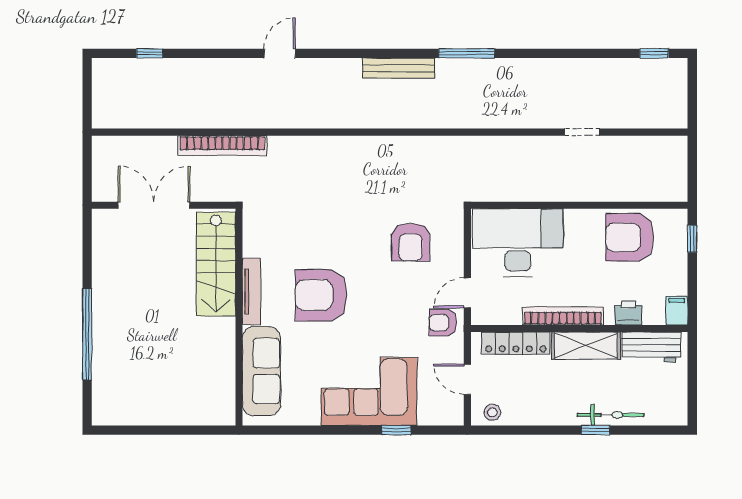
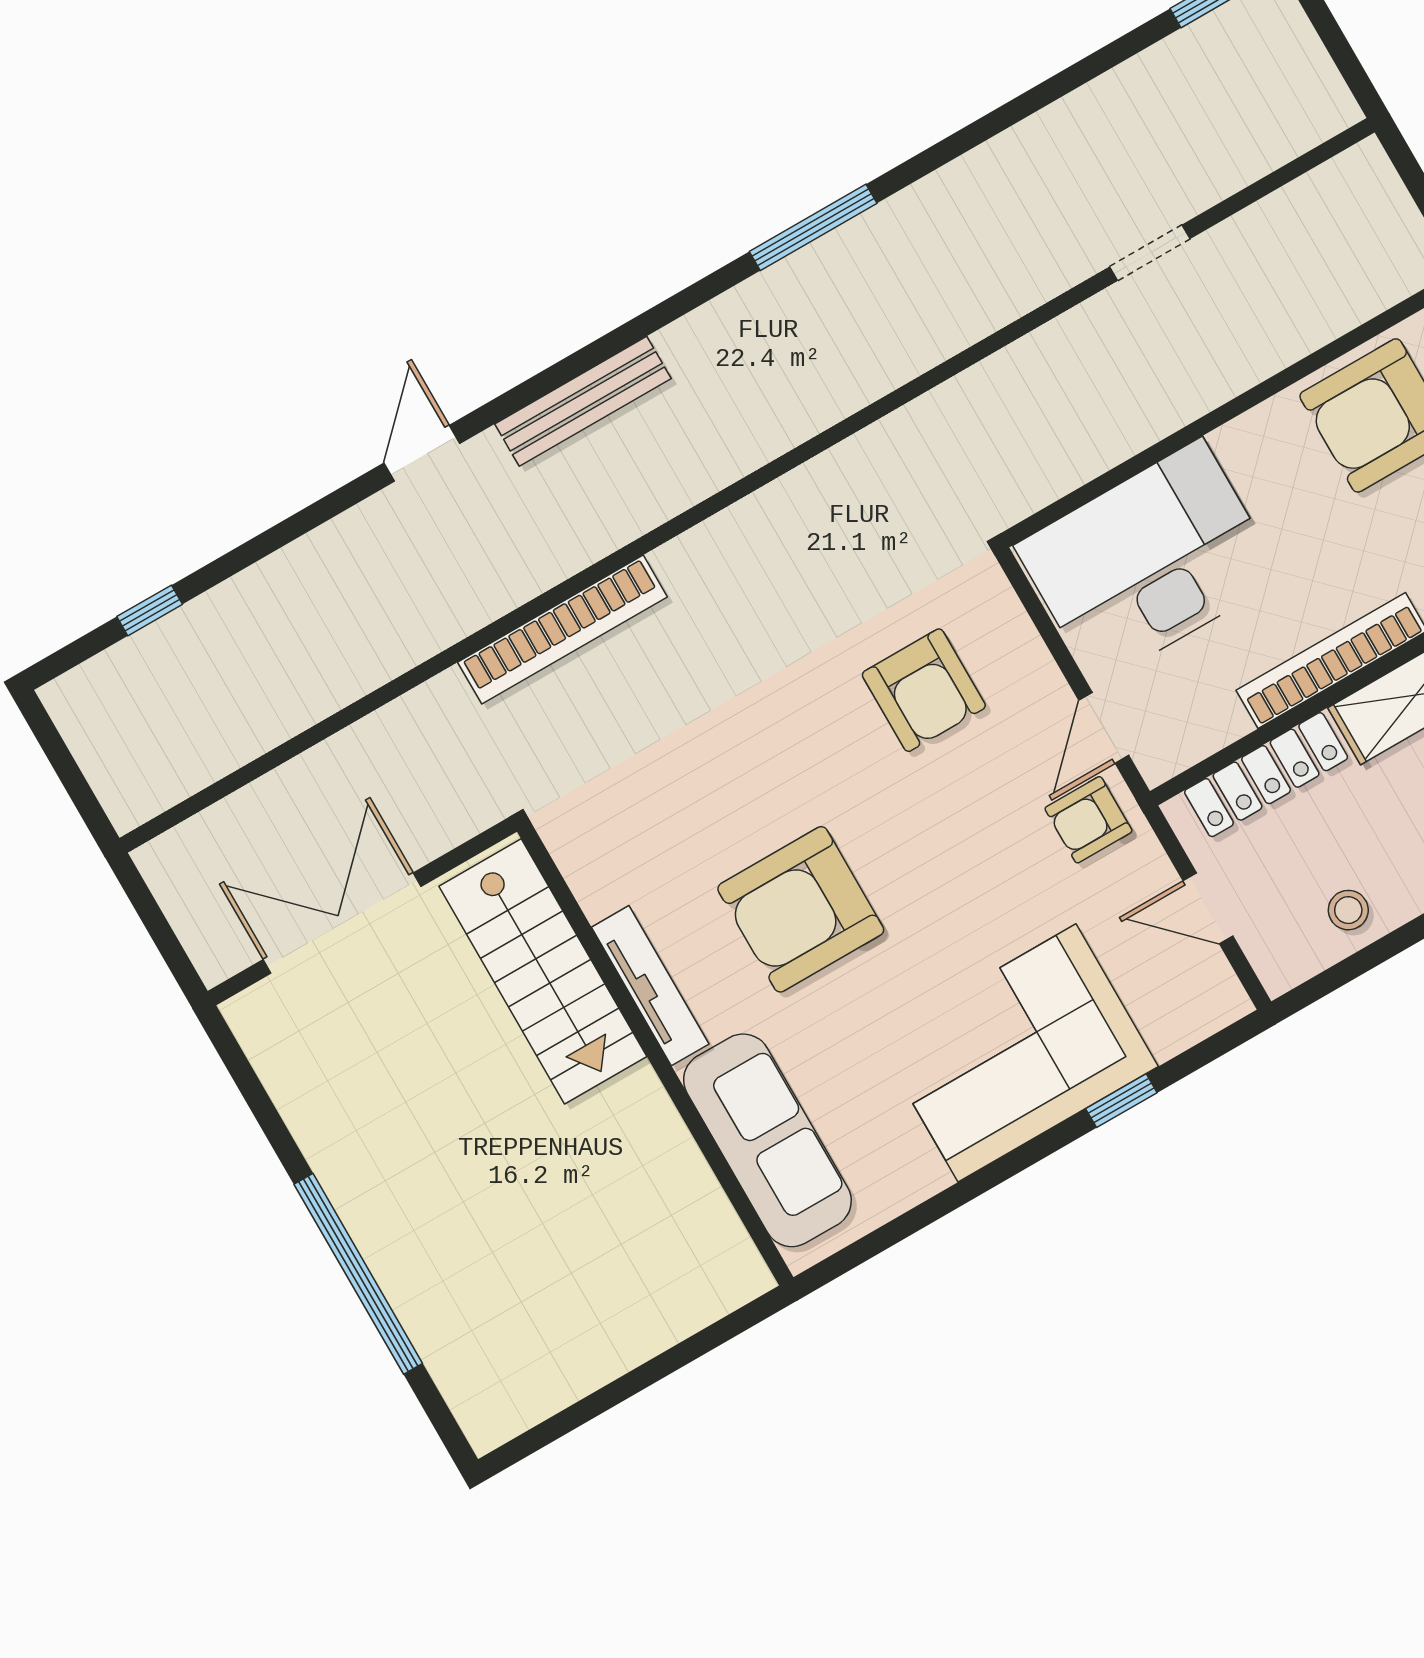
bench: (399, 68) -> (583, 401), moved
bookcase: (222, 146) -> (562, 630), moved
stool: (492, 412) -> (1348, 910), moved

